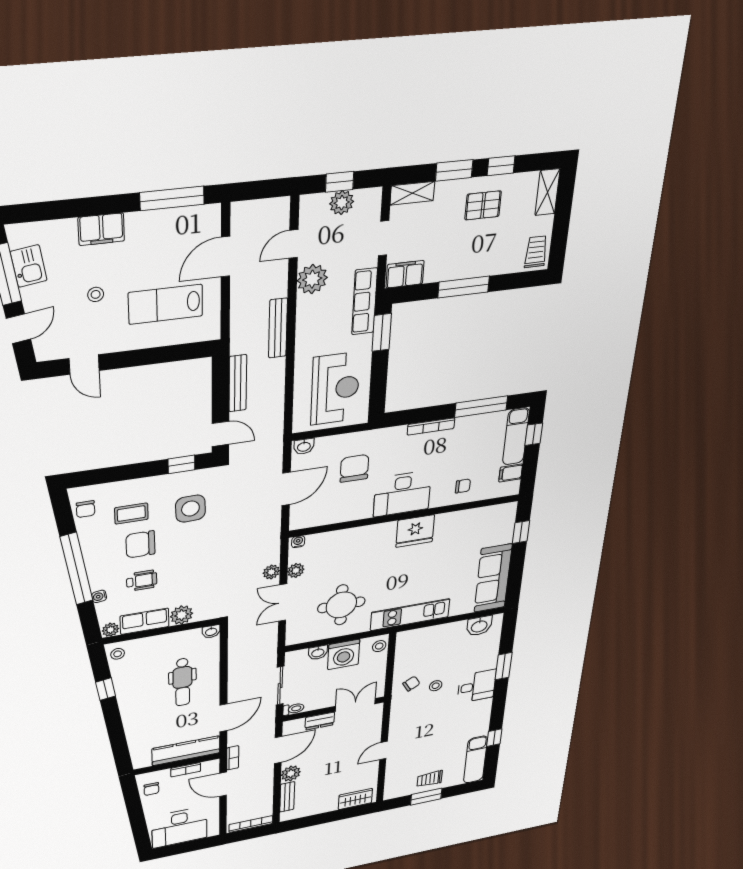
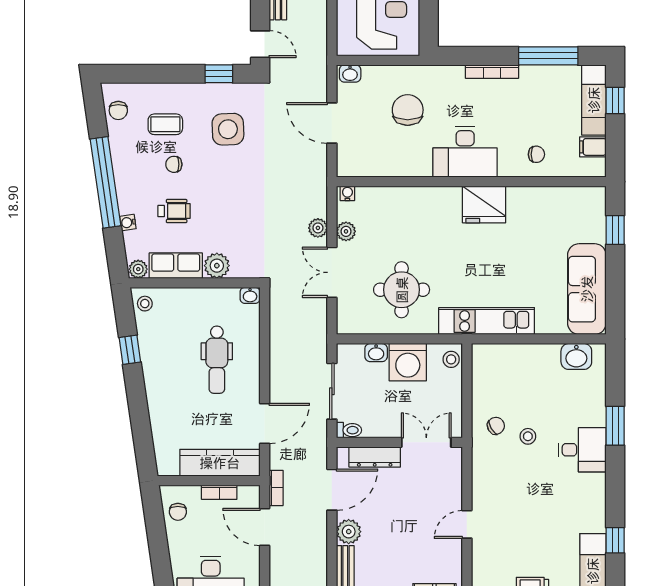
door: (286, 489) -> (332, 123), swing flipped
chair: (140, 544) -> (174, 164), width x0.54, depth x0.54
dresser: (320, 721) -> (375, 457), width x1.44

